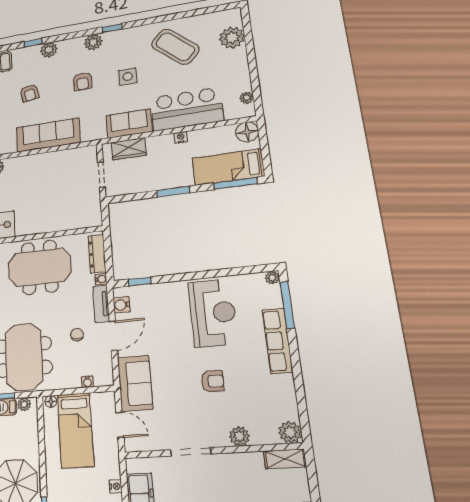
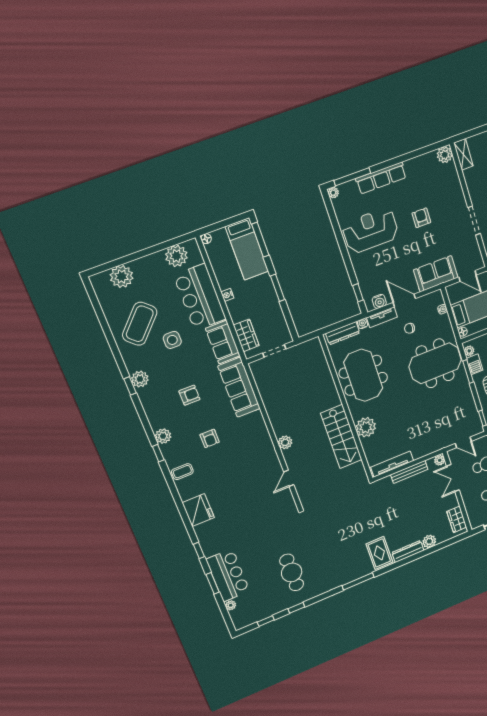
plant: (93, 42) -> (140, 379), moved
side table: (128, 77) -> (172, 340), moved
armchair: (29, 93) -> (210, 438), turned 100
plant: (247, 98) -> (176, 256), width x1.87, depth x1.87
floor lamp: (247, 132) -> (206, 239), width x0.53, depth x0.53
sofa: (48, 135) -> (239, 387), moved
door: (120, 425) -> (467, 276), swing flipped
plant: (239, 436) -> (456, 189), removed

